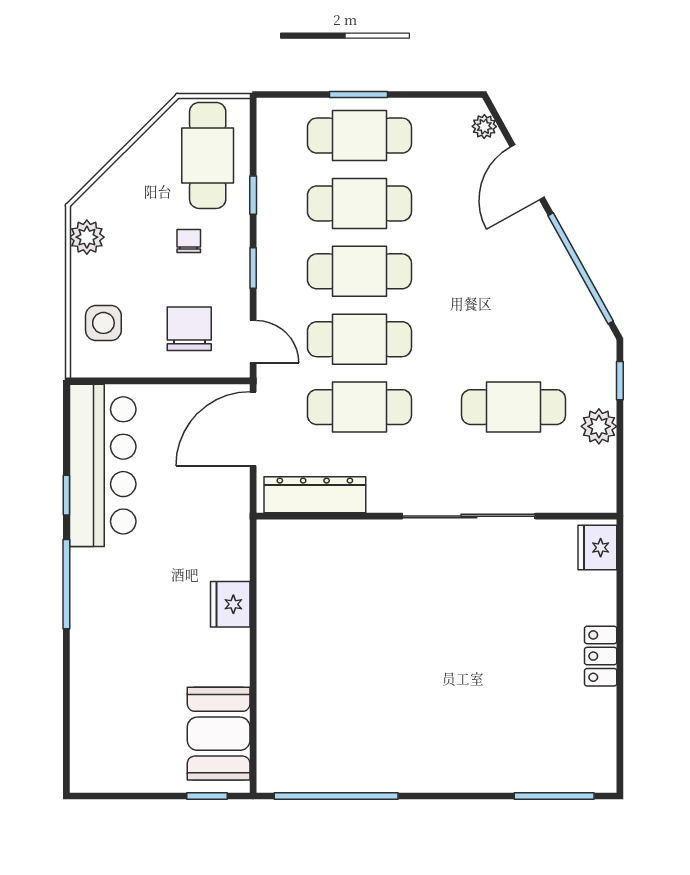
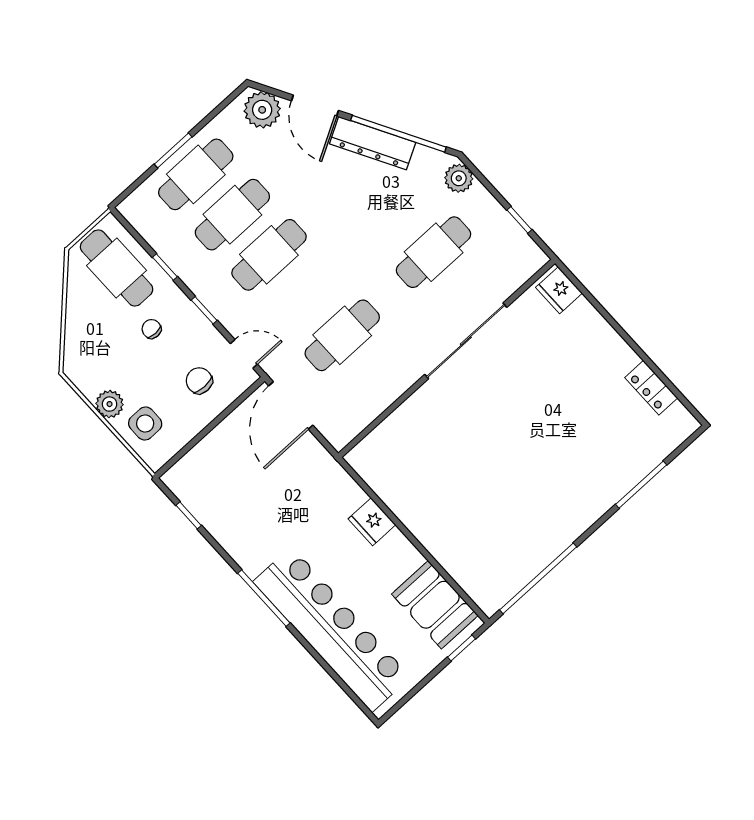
plant: (484, 126) -> (262, 110), width x1.88, depth x1.88
plant: (87, 237) -> (110, 404), moved
chair: (189, 329) -> (199, 381), width x0.73, depth x0.73
cafe table: (359, 339) -> (306, 295), removed
window: (620, 381) -> (519, 220), moved
plant: (599, 426) -> (459, 178), moved
bar counter: (103, 465) -> (332, 629), moved, width x1.36
window: (66, 495) -> (189, 515), moved
dresser: (315, 495) -> (373, 143), moved, turned -119
locker: (601, 656) -> (651, 388), moved
window: (554, 796) -> (641, 485), moved

